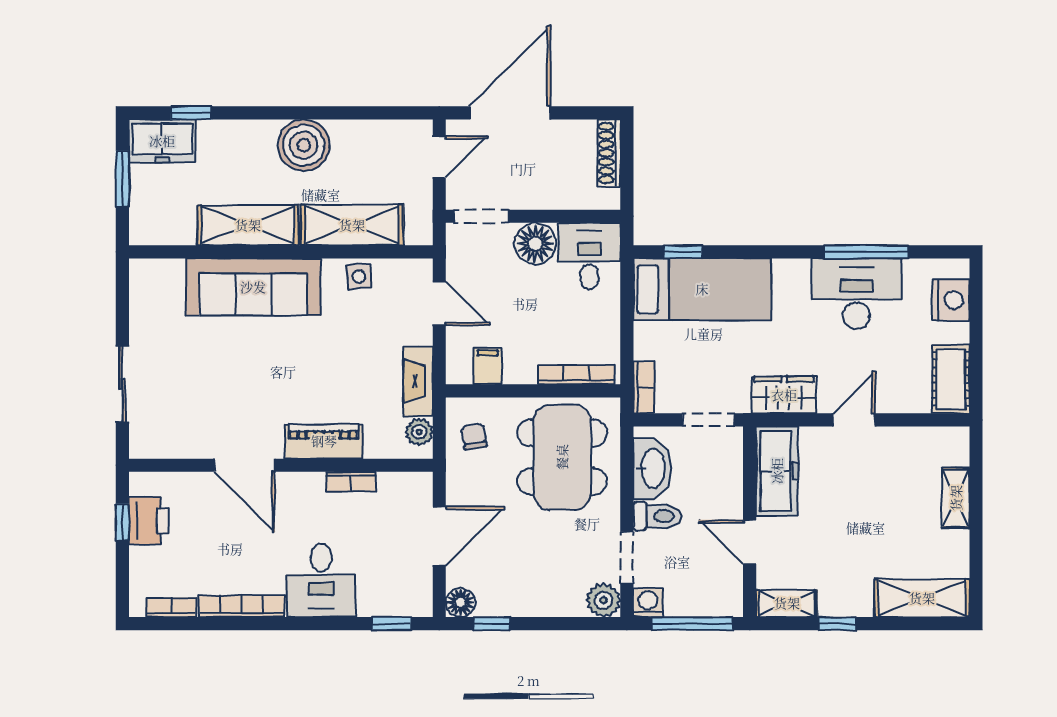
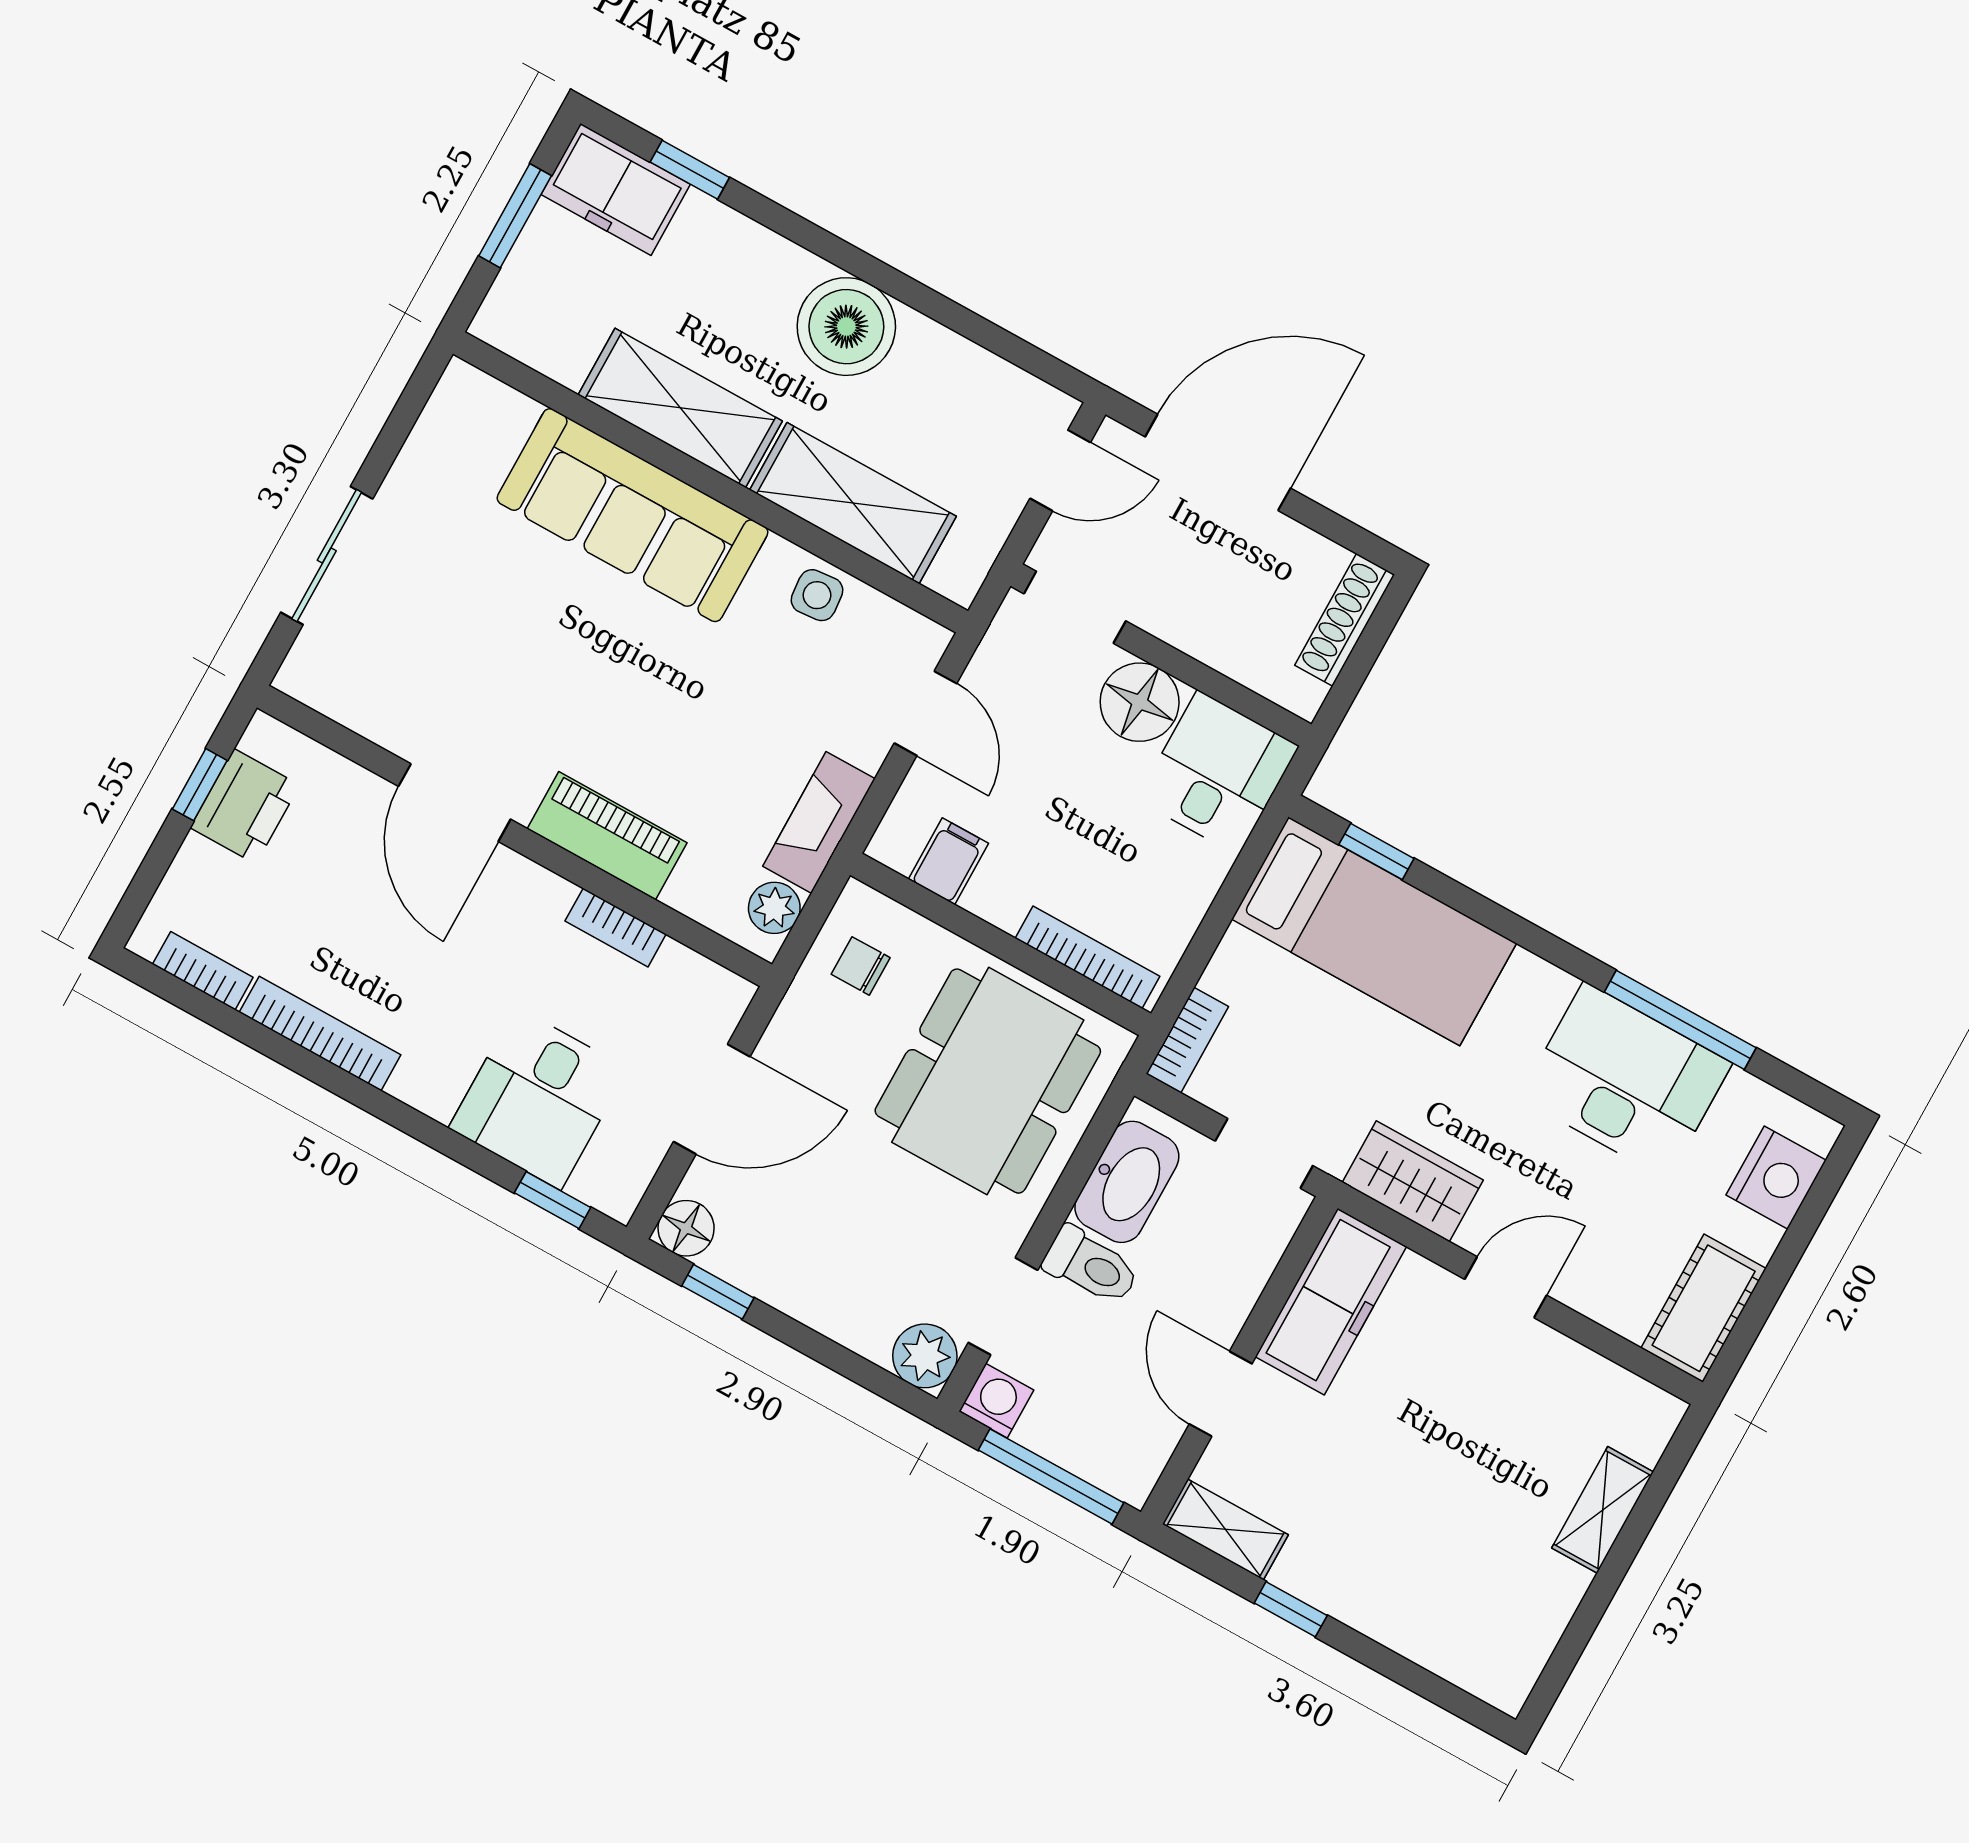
chair: (474, 437) -> (861, 966), turned -80
desk: (321, 580) -> (538, 1098), moved
shelving: (922, 598) -> (1455, 1645), removed

